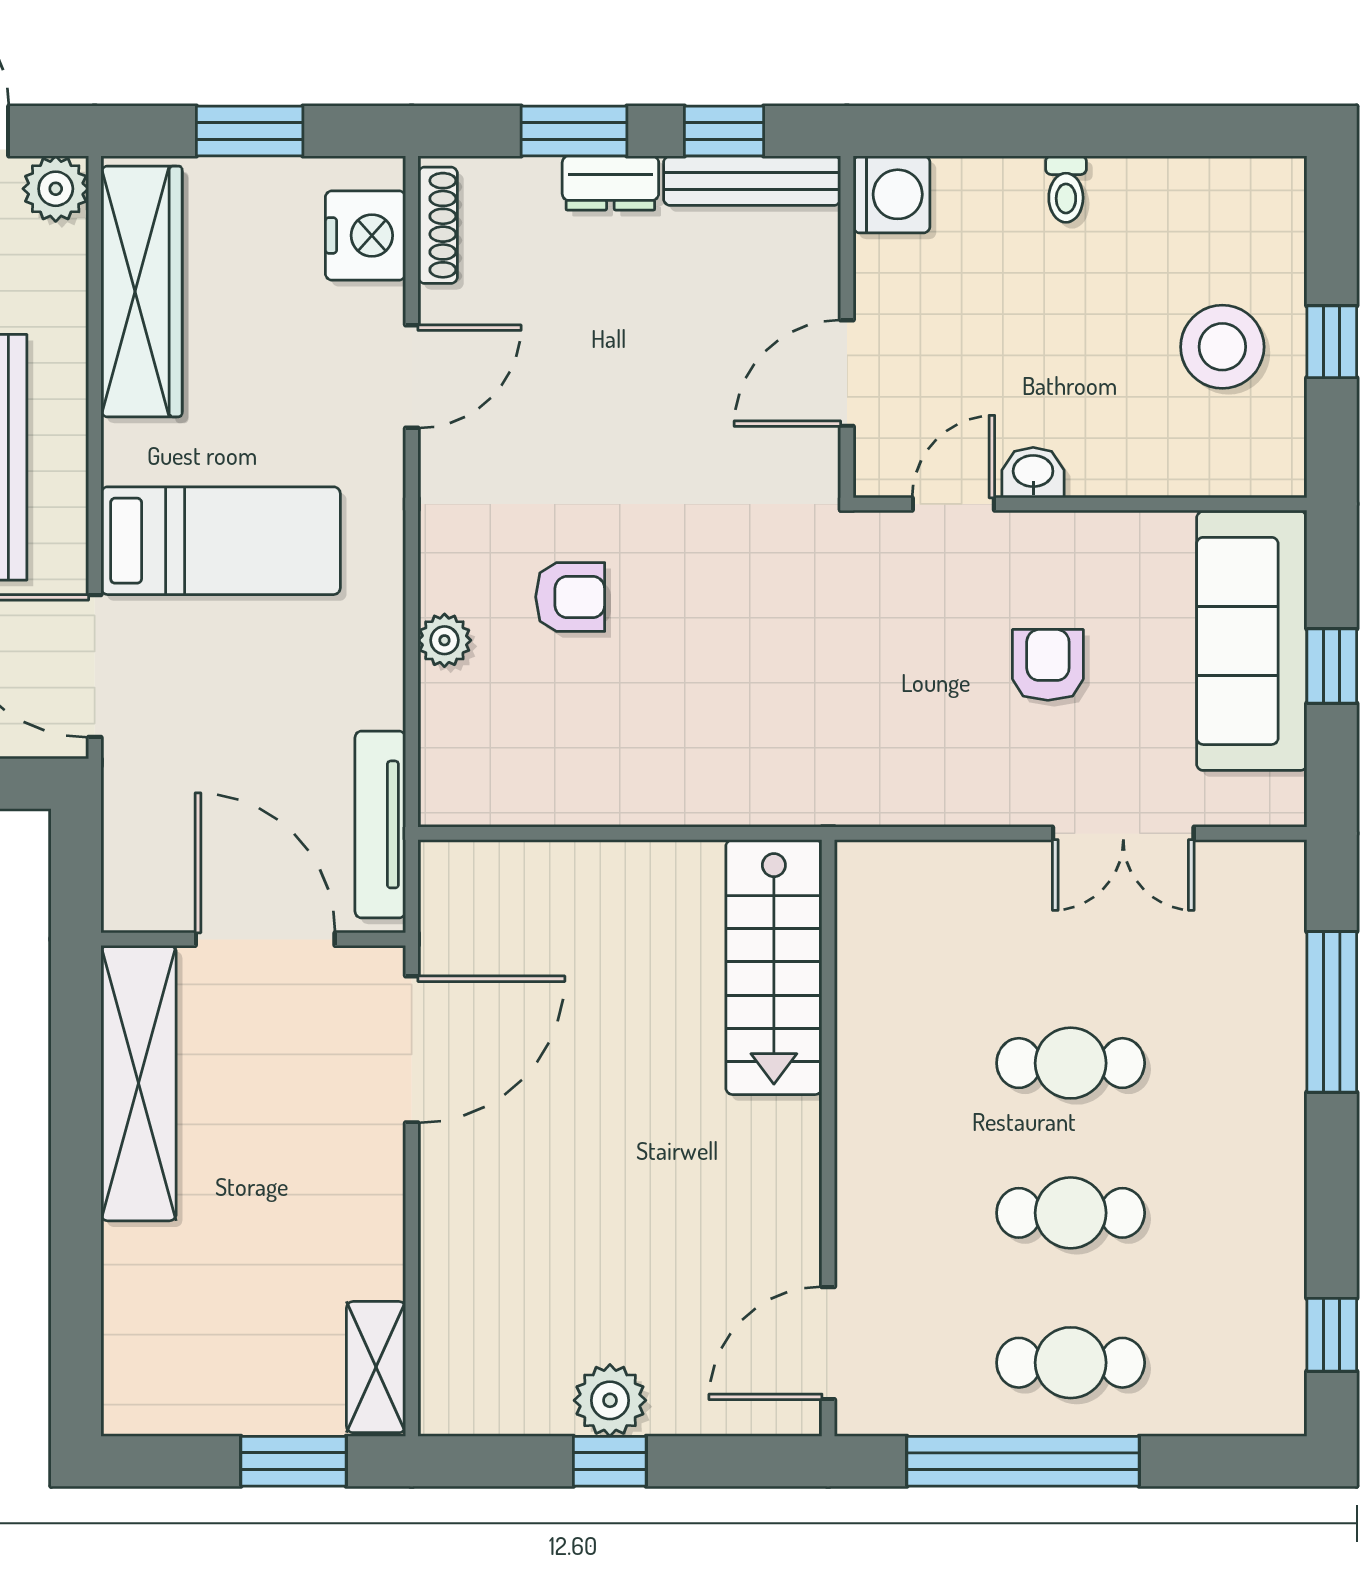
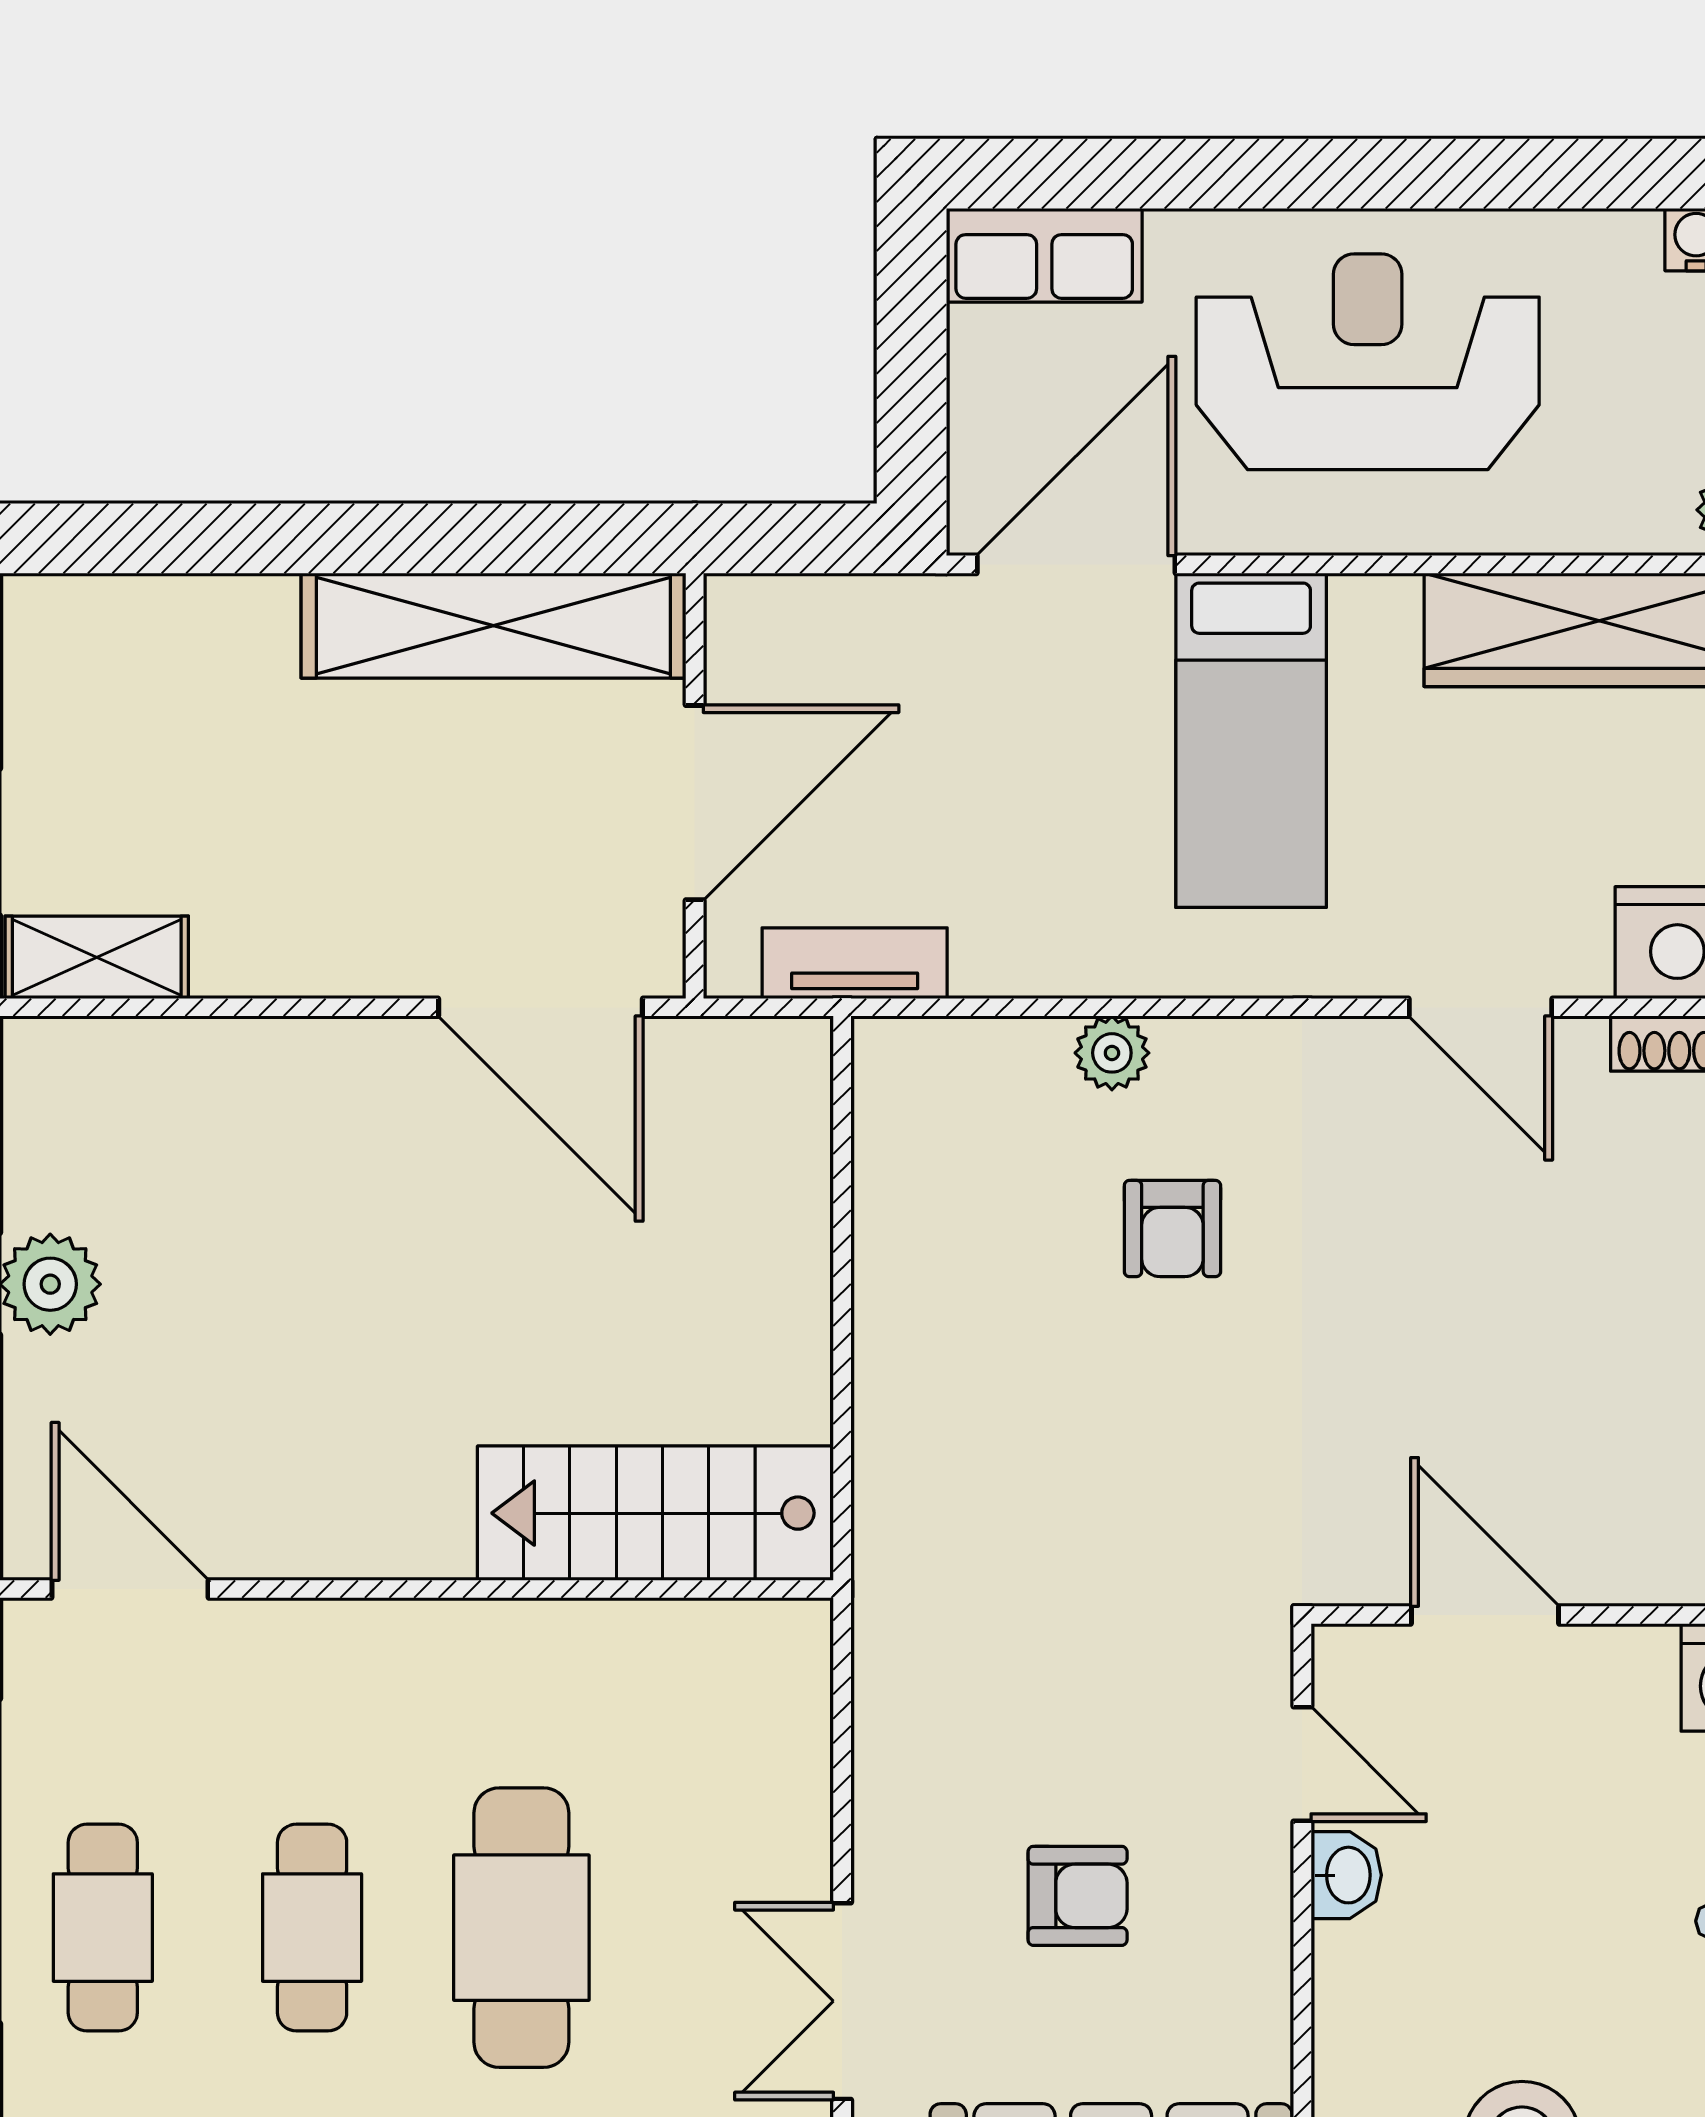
tv unit: (380, 824) -> (855, 963), width x0.71
cafe table: (1071, 1063) -> (521, 1928), width x1.37, depth x1.35

